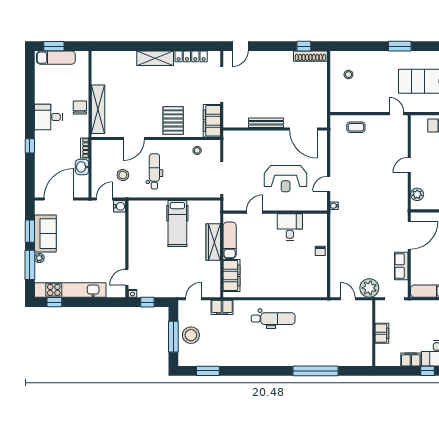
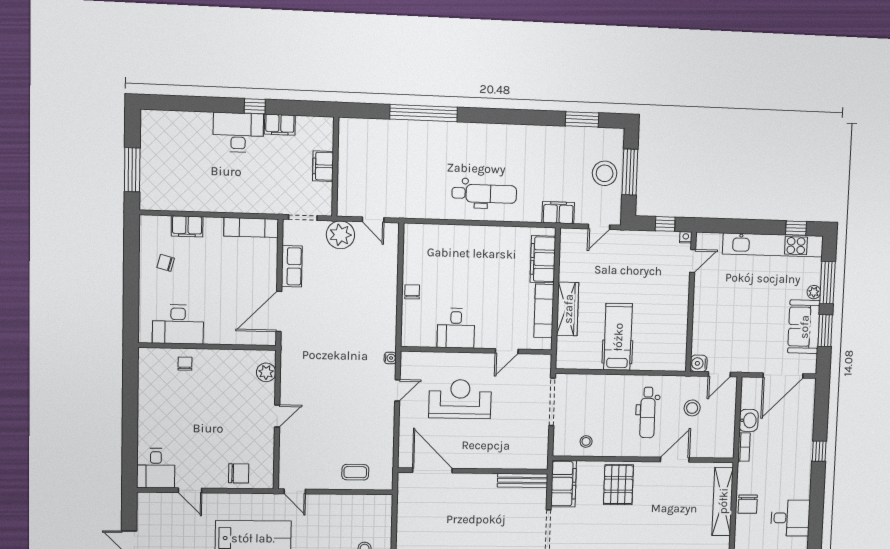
desk: (48, 117) -> (790, 518), moved
bench: (266, 123) -> (523, 480), moved
dental chair: (273, 319) -> (484, 194), turned 180

